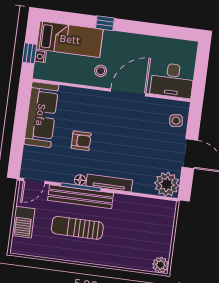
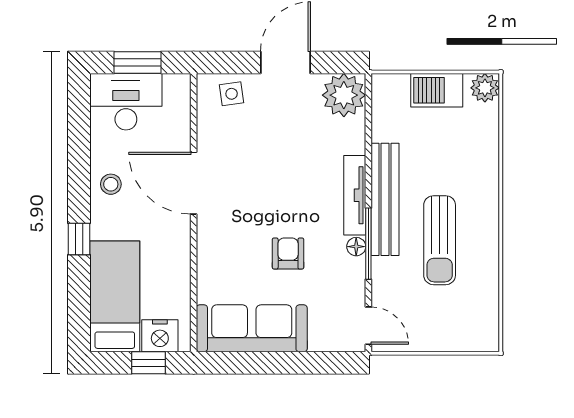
nightstand: (41, 57) -> (160, 336), width x1.89, depth x1.79
window: (201, 70) -> (137, 62), added
stool: (101, 71) -> (111, 184), moved
desk: (172, 80) -> (126, 102), moved, turned -90
bench: (81, 197) -> (385, 199), moved
barbecue: (23, 222) -> (437, 90), moved, turned 180

